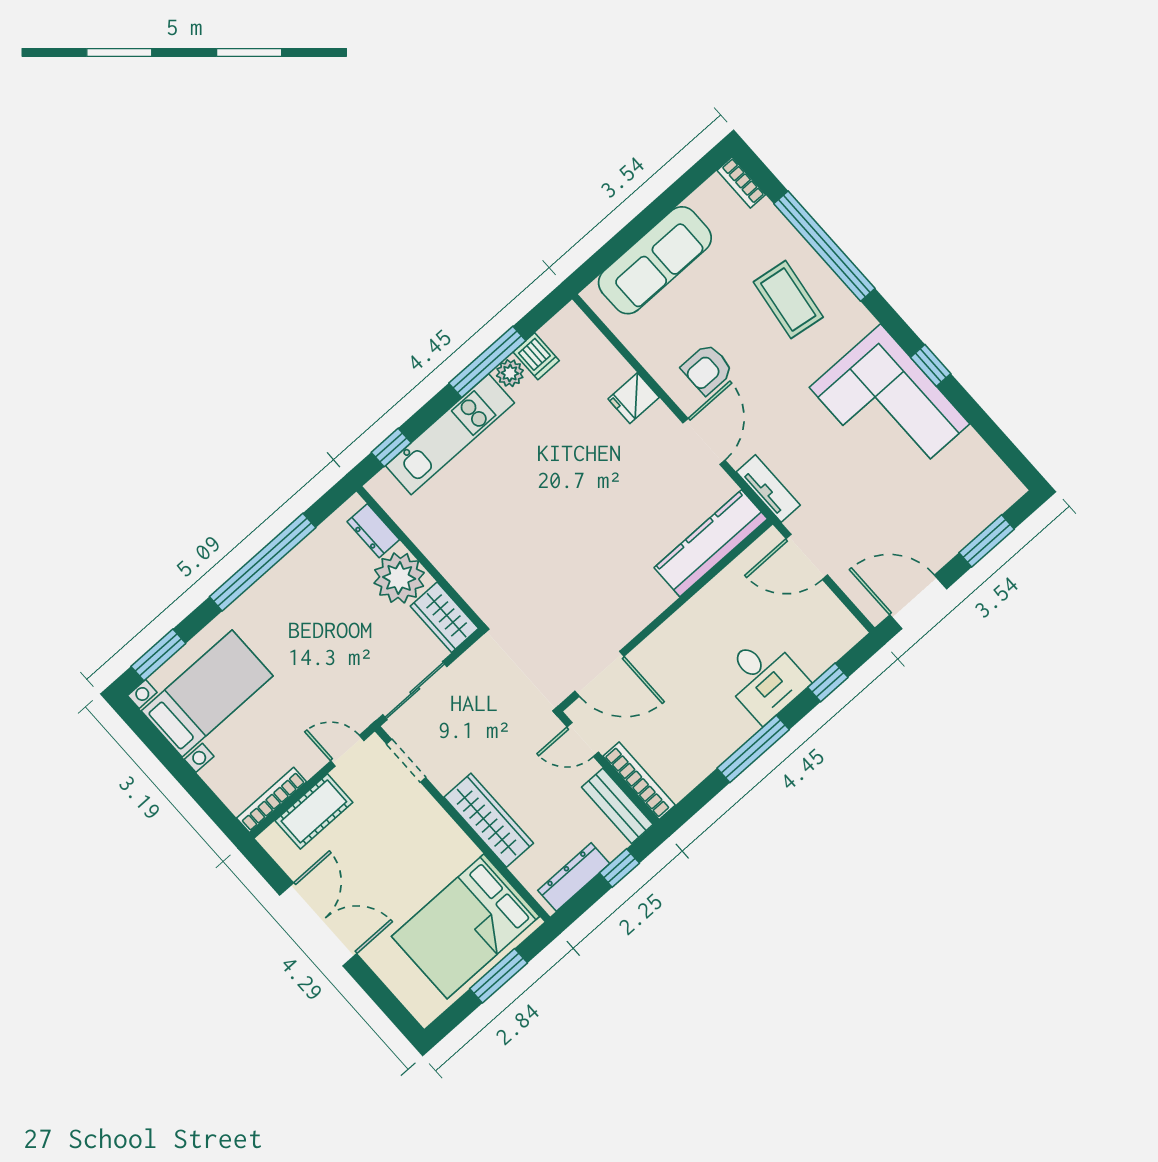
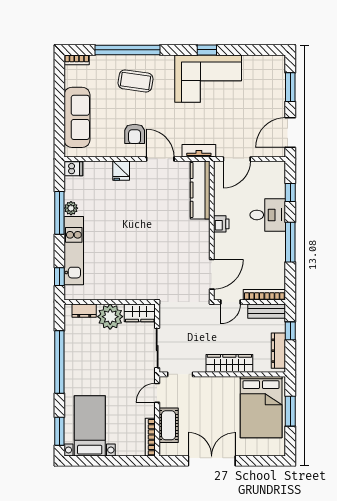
dishwasher: (536, 356) -> (73, 169), moved
printer: (688, 620) -> (221, 224), added

